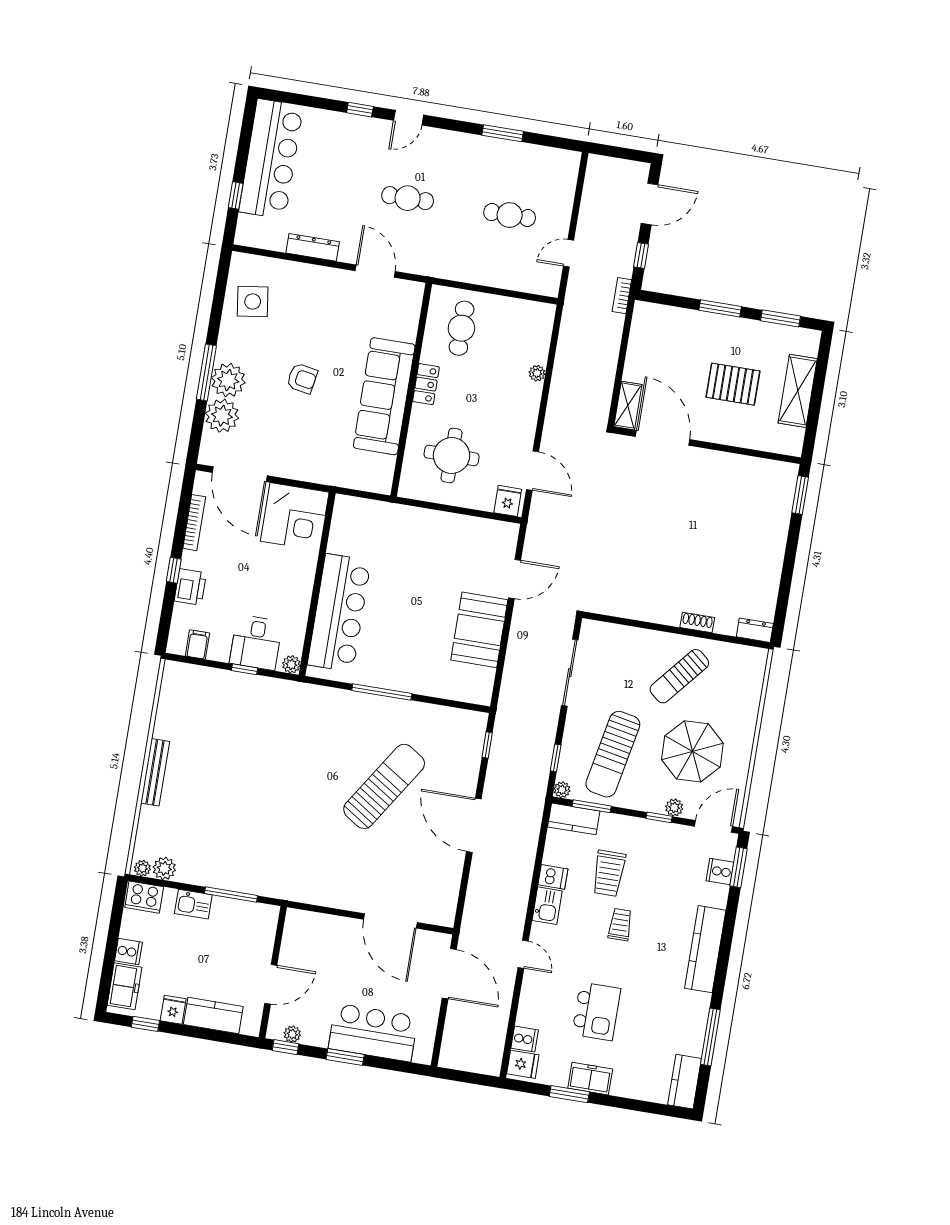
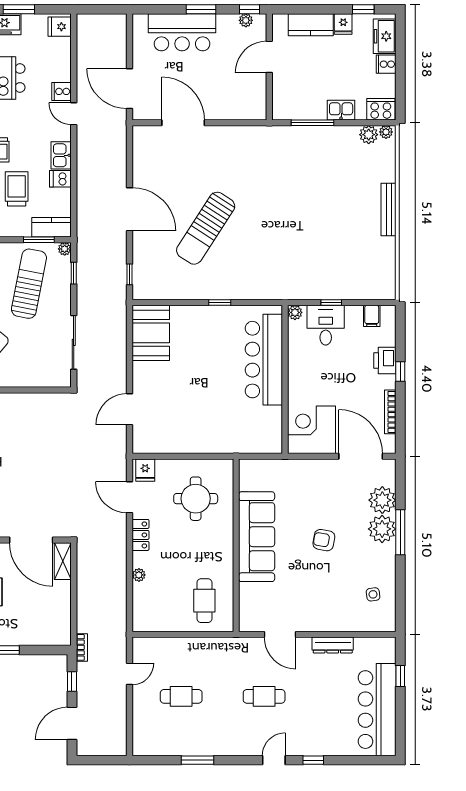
side table: (253, 301) -> (373, 594), width x0.54, depth x0.54
locker: (426, 384) -> (141, 535), moved, turned 180
booth: (479, 630) -> (151, 333), moved
window: (382, 692) -> (220, 303), width x0.46
cooker: (525, 1039) -> (61, 91), moved

